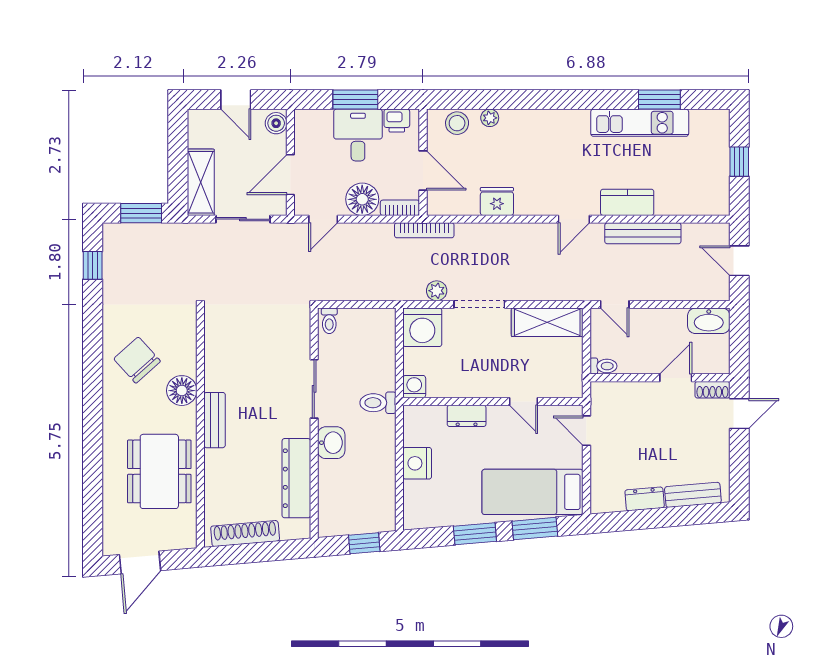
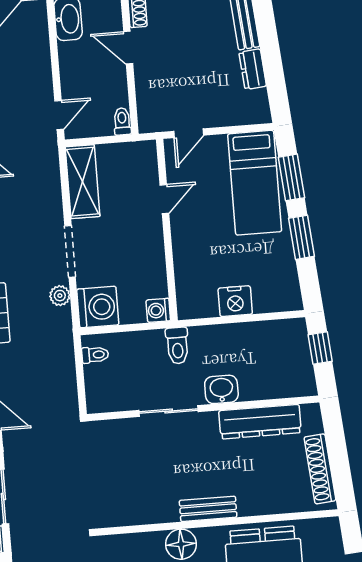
toilet: (329, 321) -> (95, 355), moved
dresser: (467, 416) -> (183, 255), removed

